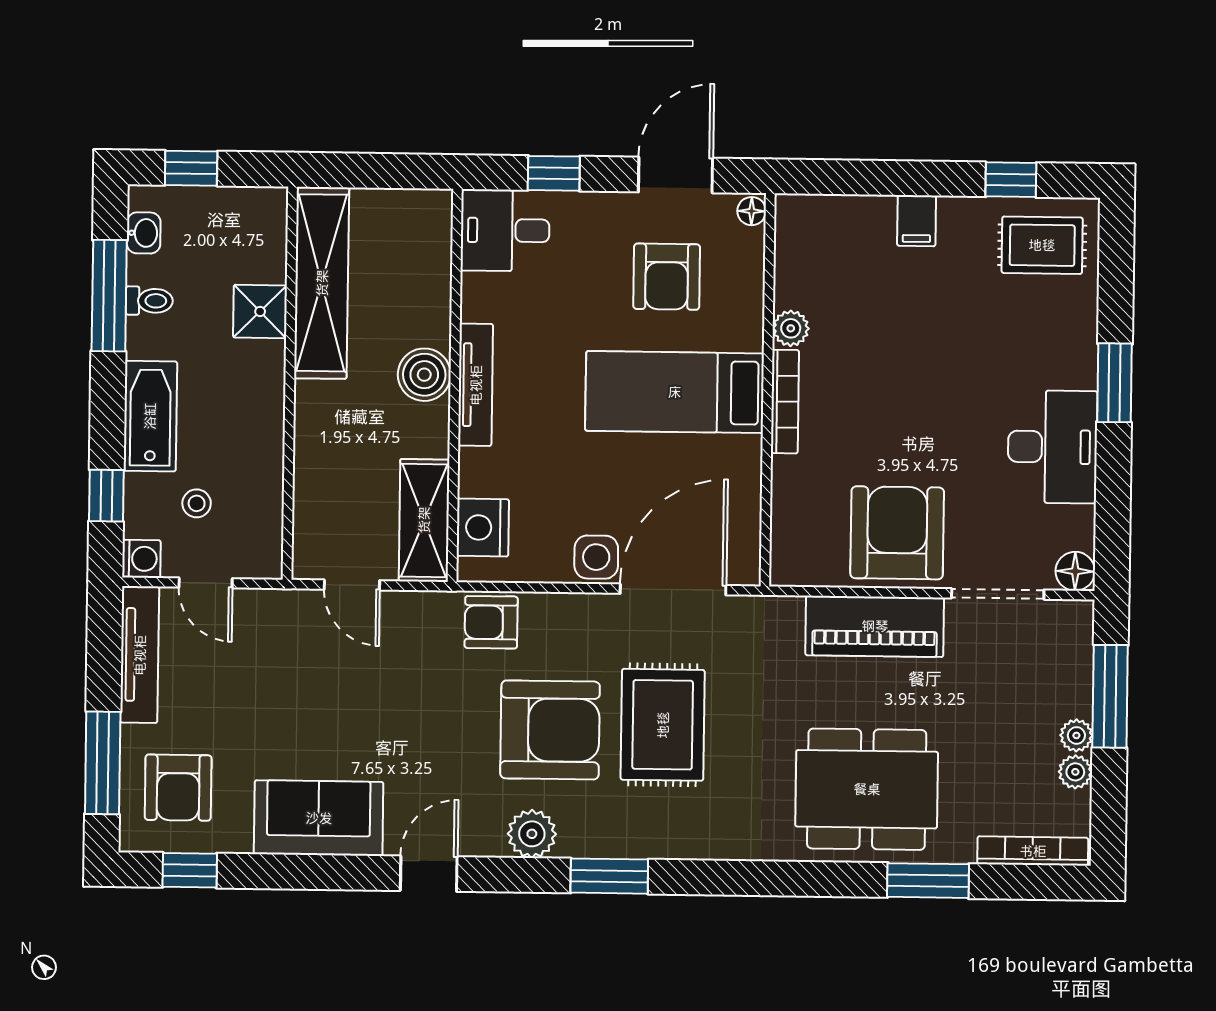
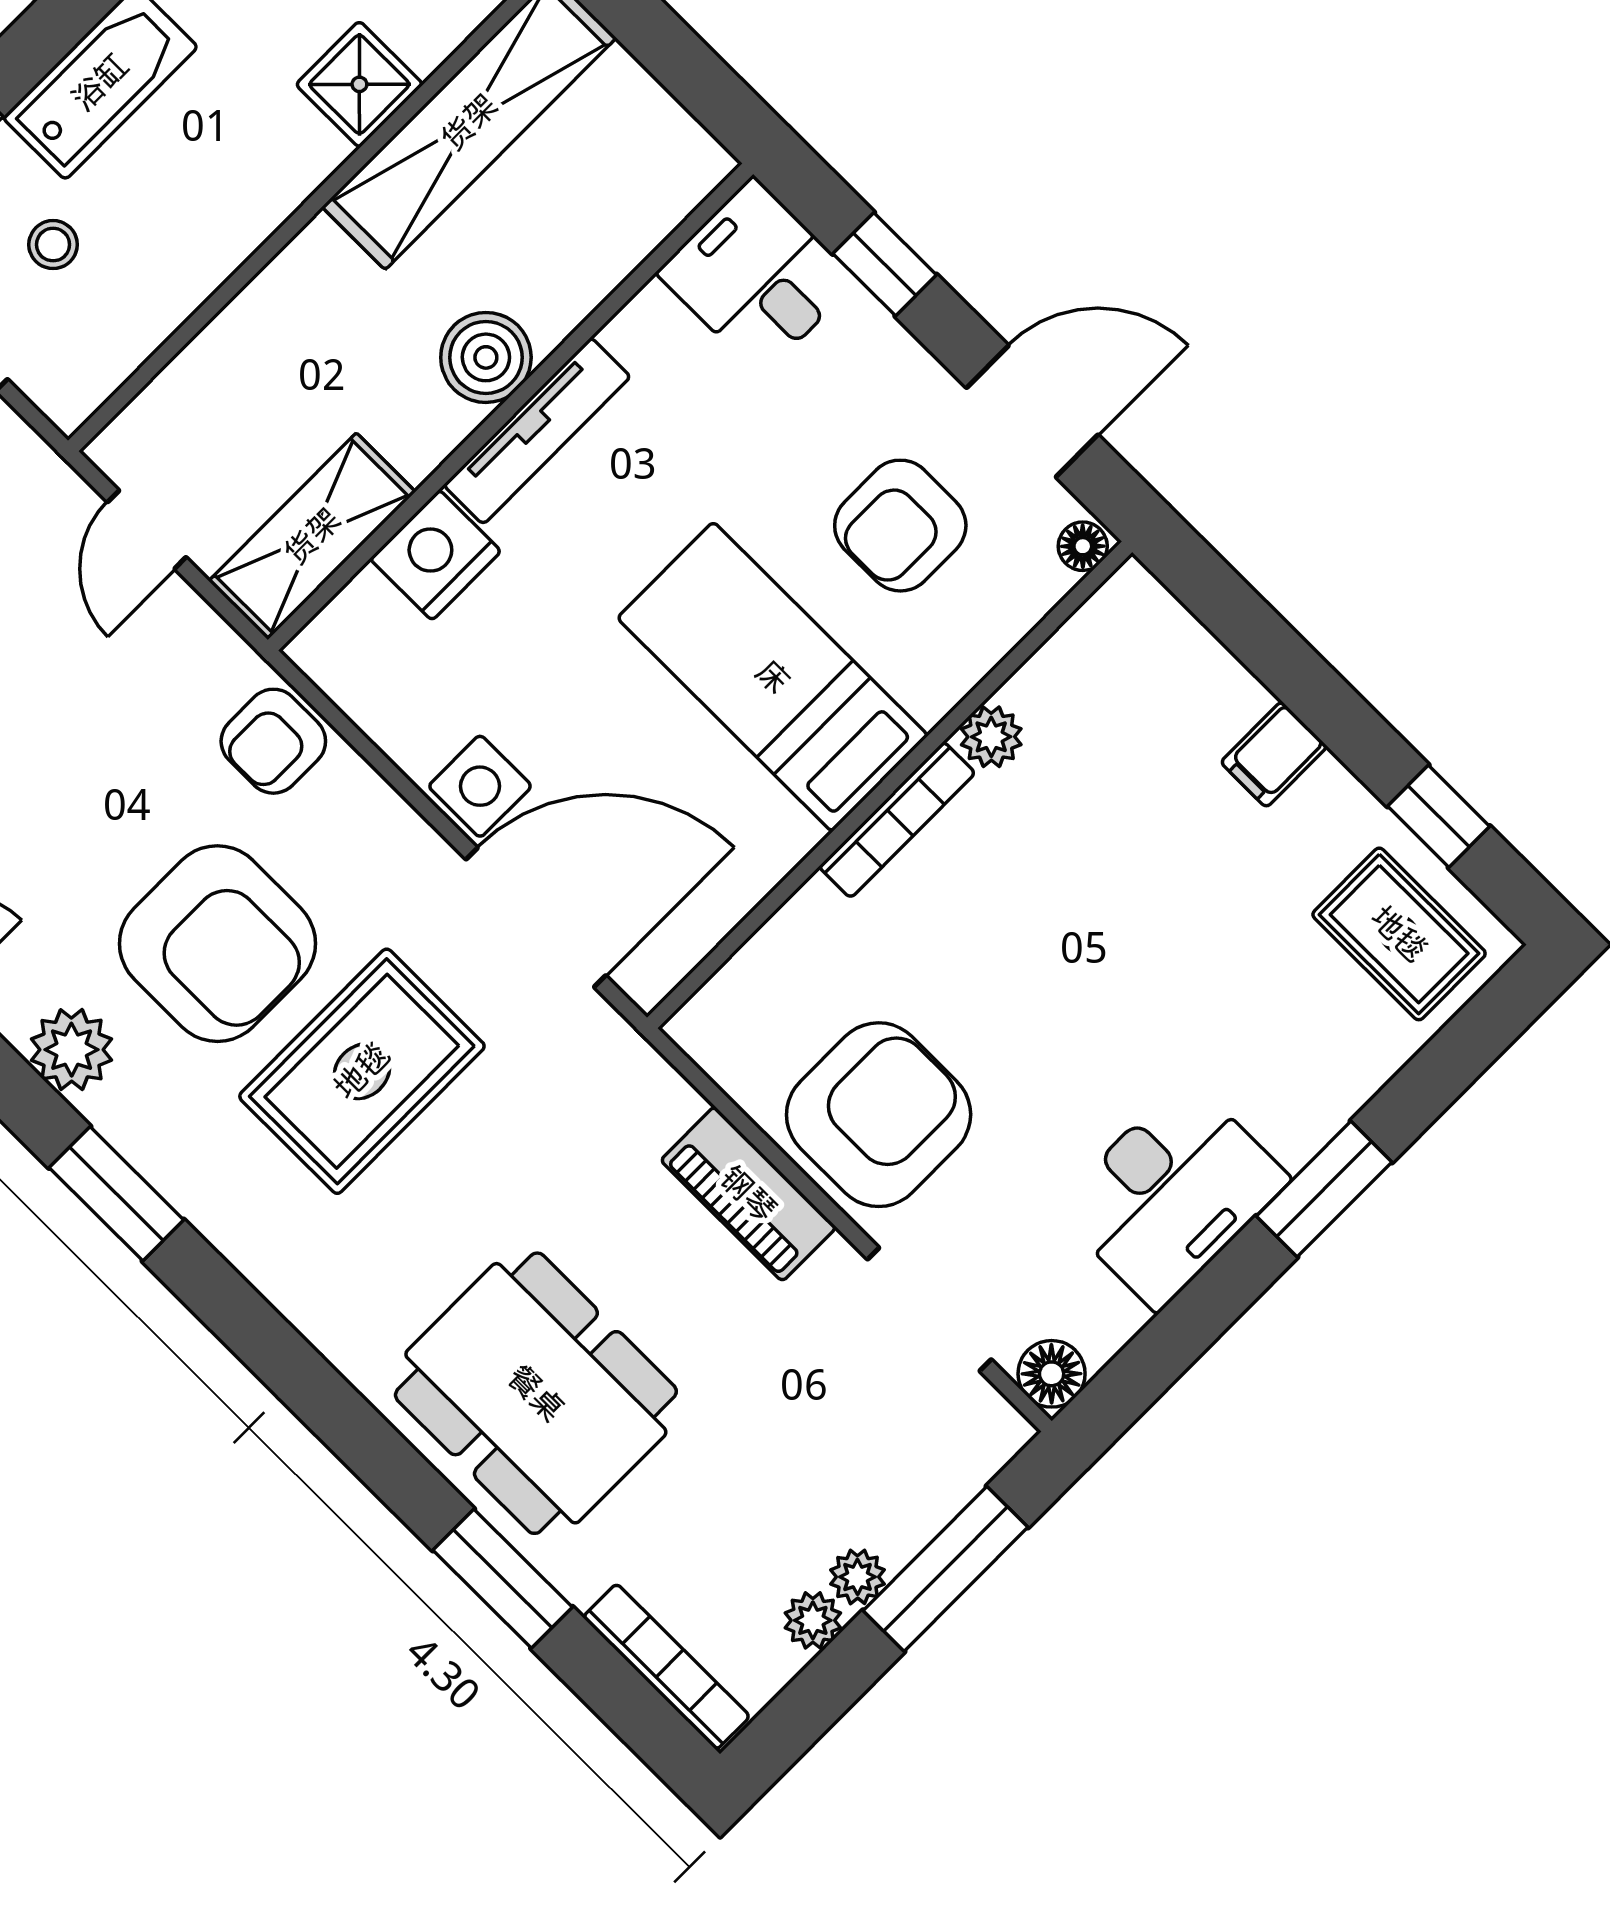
nightstand: (483, 528) -> (435, 555), moved
armchair: (491, 622) -> (273, 741), turned -90
piano: (875, 626) -> (748, 1194), width x0.73, depth x0.75

